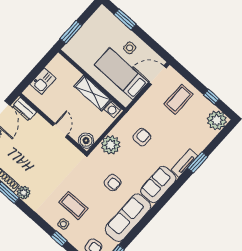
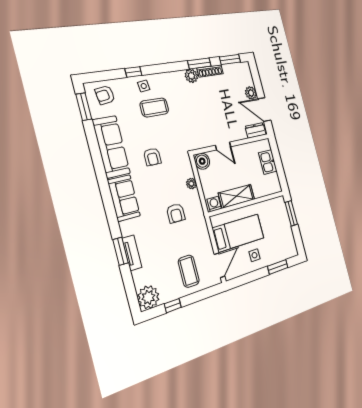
plant: (111, 145) -> (191, 184), width x0.53, depth x0.53
tv unit: (185, 163) -> (132, 253), moved
armchair: (113, 183) -> (152, 157), turned -90

